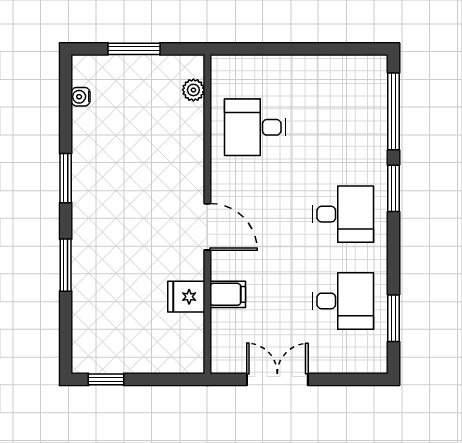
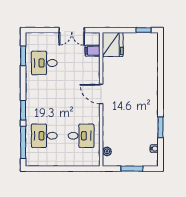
window: (66, 178) -> (160, 127), moved
desk: (343, 214) -> (44, 136), moved
window: (66, 265) -> (160, 78), removed
filing cabinet: (228, 294) -> (93, 51), moved
fridge: (186, 297) -> (113, 45), moved, width x1.88, depth x1.34

